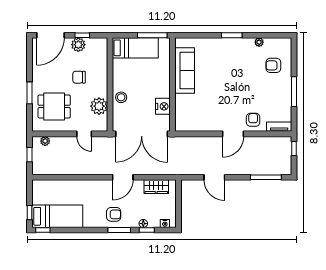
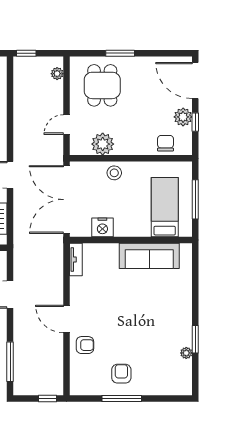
window: (152, 35) -> (195, 199), moved
window: (232, 35) -> (195, 339), moved
bed: (135, 48) -> (165, 207), moved, turned 180
armchair: (273, 65) -> (121, 374), moved
chair: (79, 77) -> (166, 143), moved
tv unit: (279, 127) -> (76, 260), moved
window: (29, 155) -> (26, 53), moved

